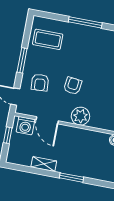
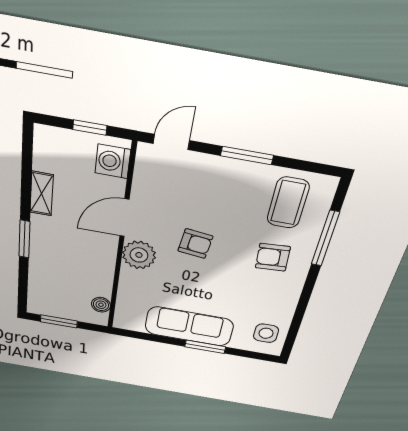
window: (85, 22) -> (325, 238), moved
armchair: (40, 82) -> (273, 257), moved
door: (47, 120) -> (124, 218), moved

